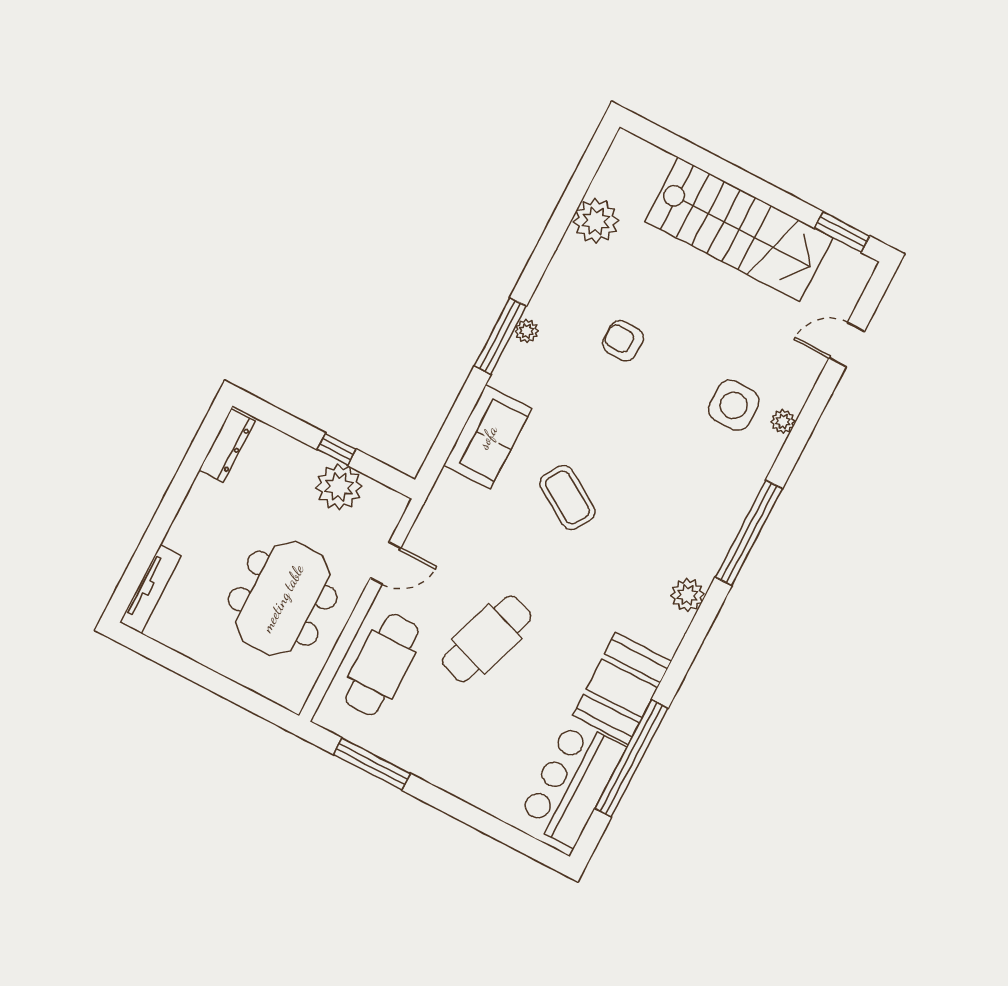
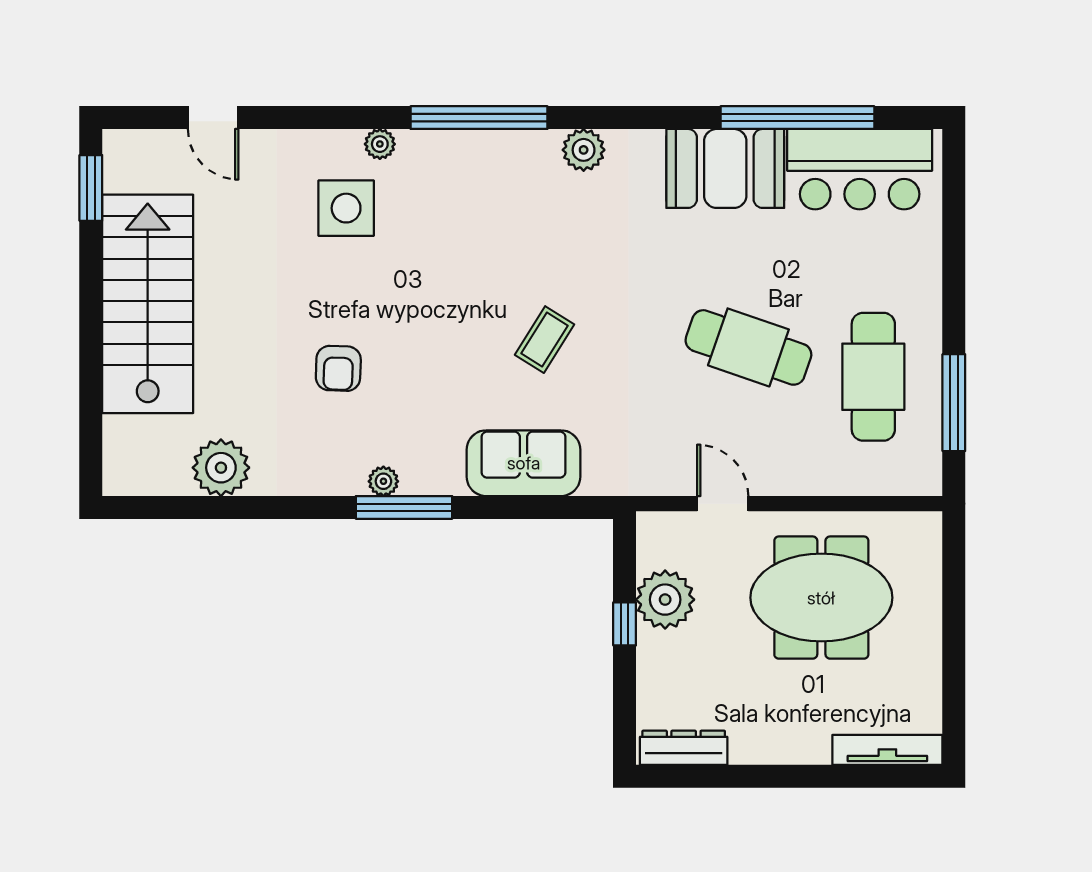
plant: (783, 421) -> (380, 144), moved
coffee table: (567, 497) -> (545, 340), width x0.73, depth x0.77
cafe table: (382, 665) -> (873, 377), moved, turned 90

